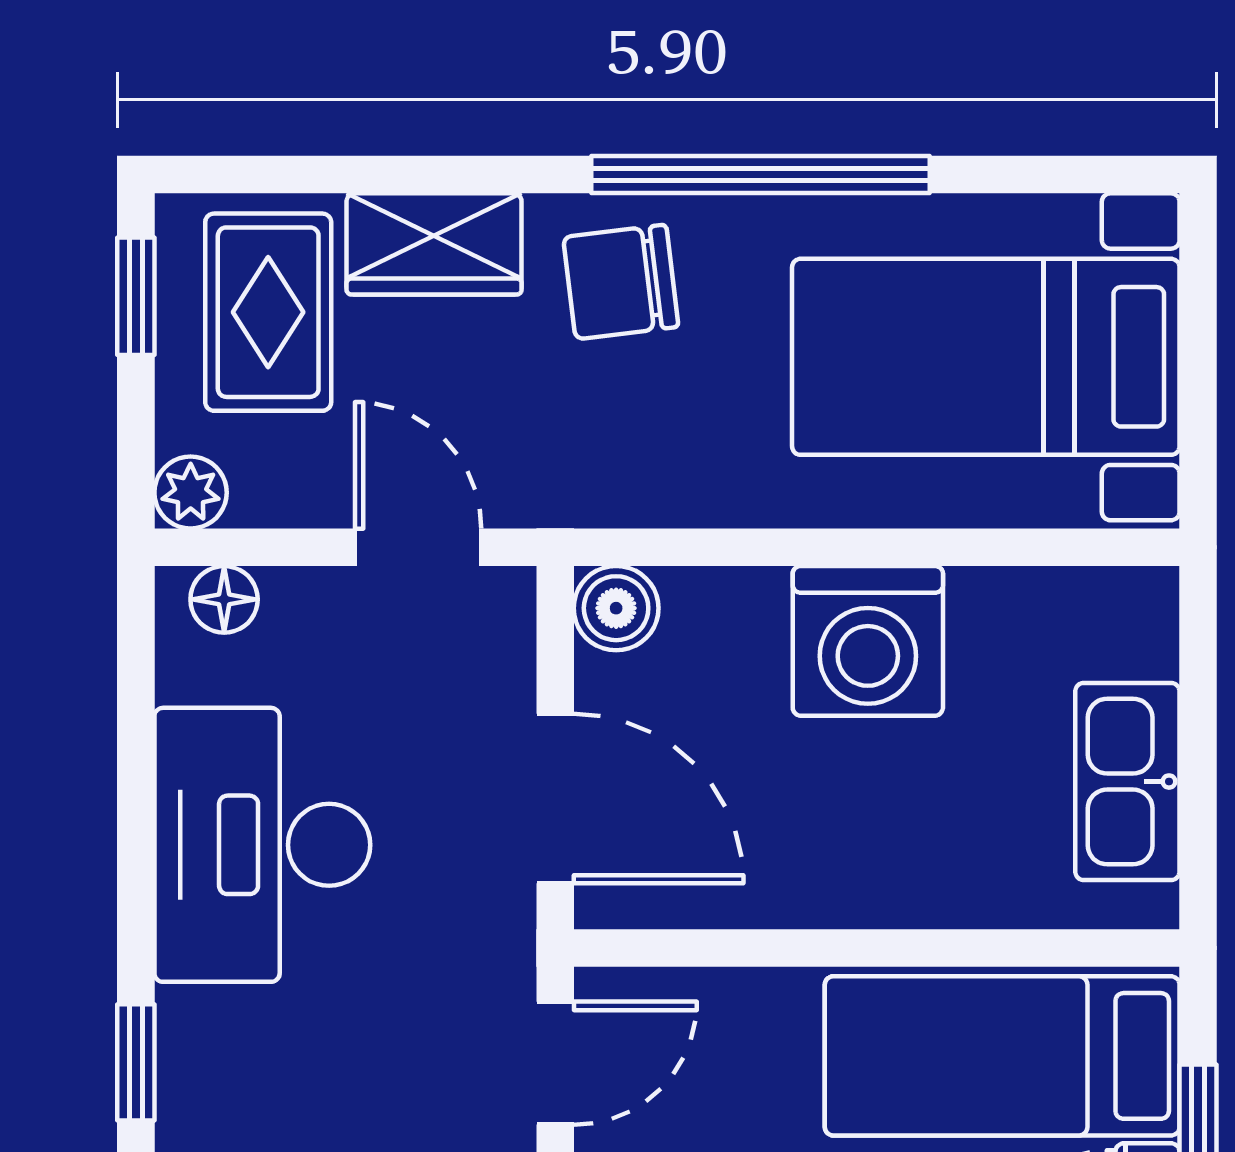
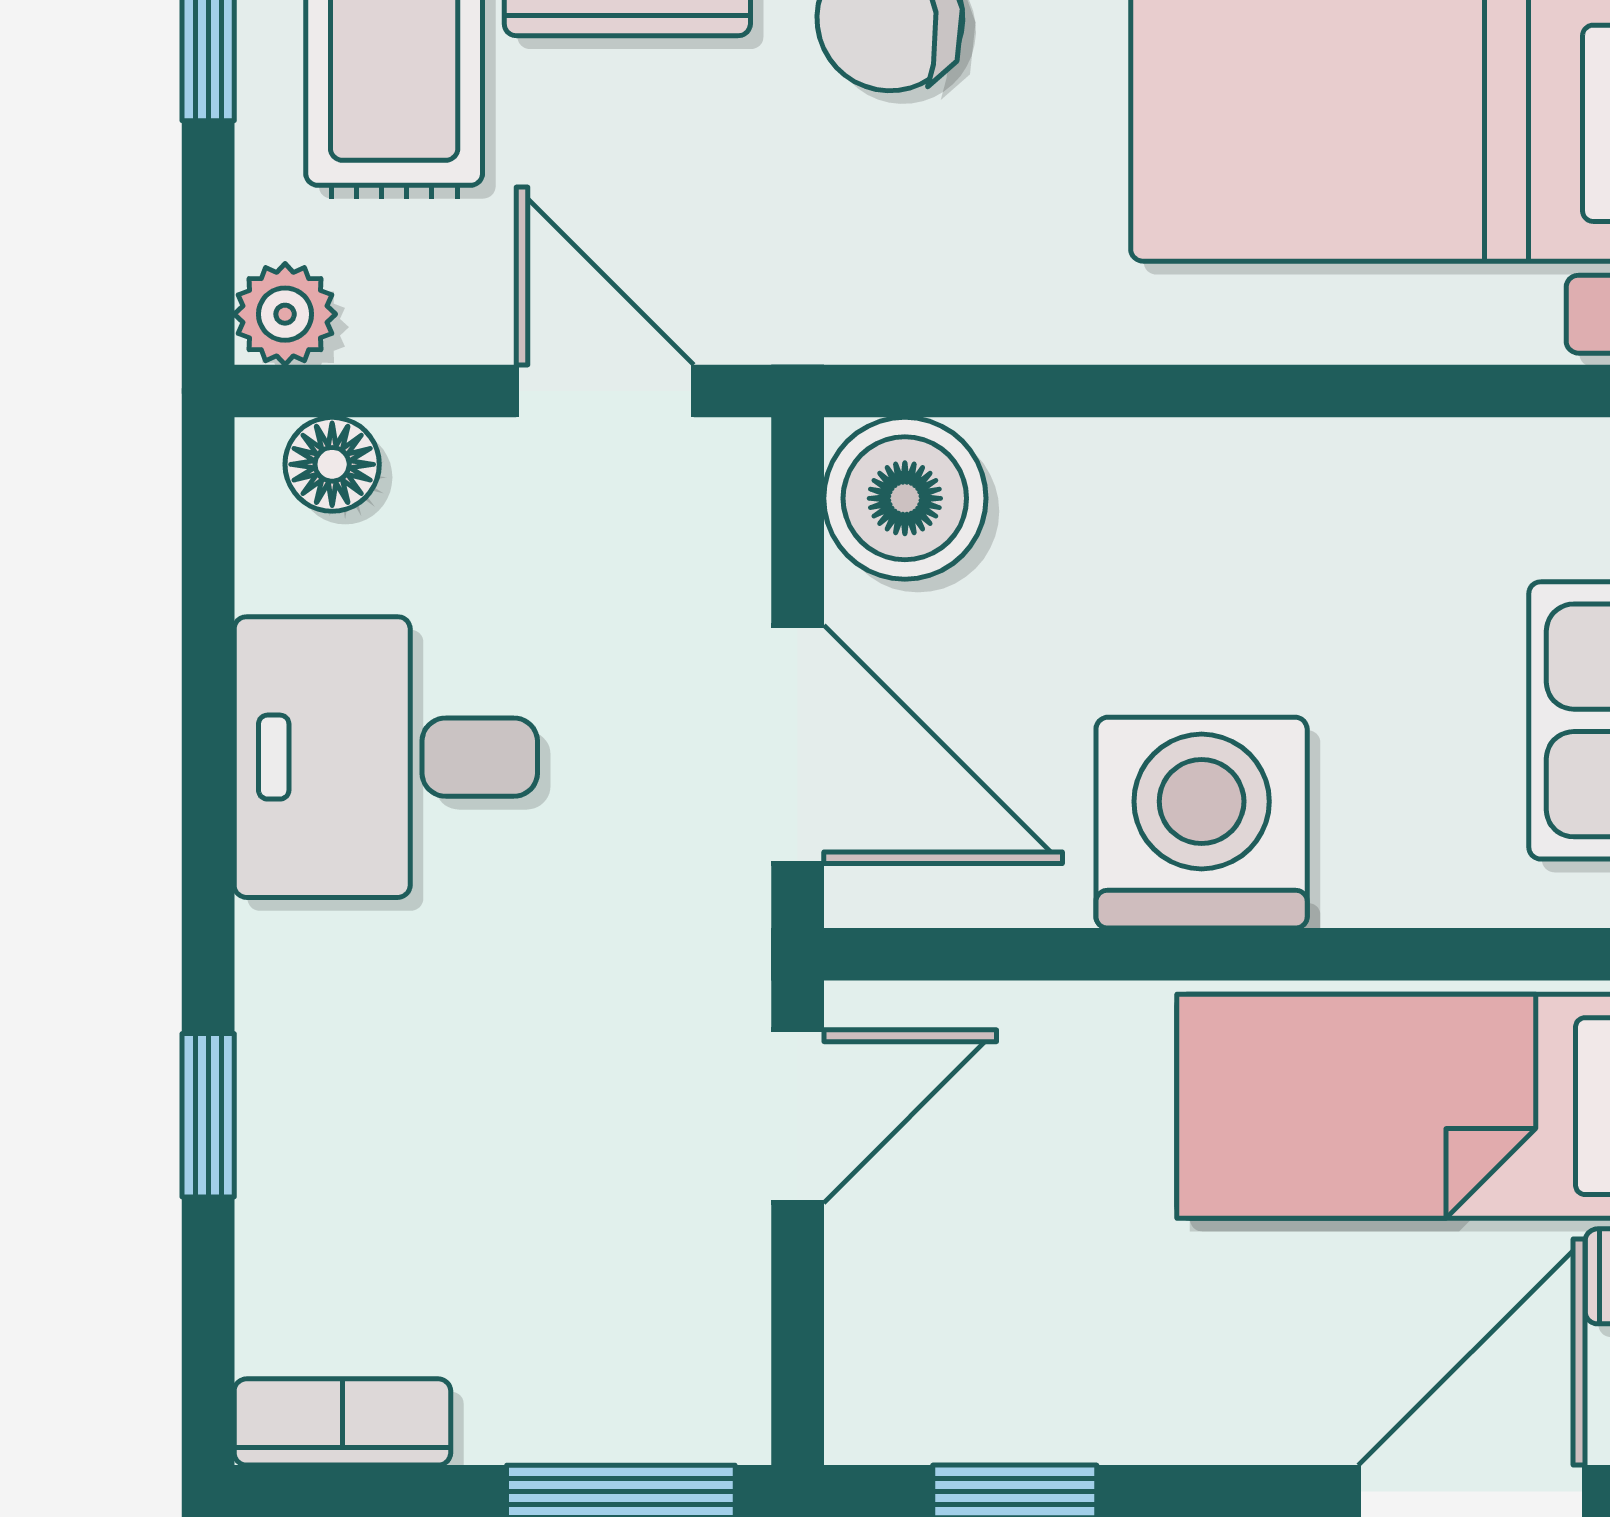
boiler: (616, 608) -> (905, 498), width x1.36, depth x1.36
washing machine: (868, 641) -> (1202, 823), moved, turned 180
desk: (262, 845) -> (386, 757), width x0.73

